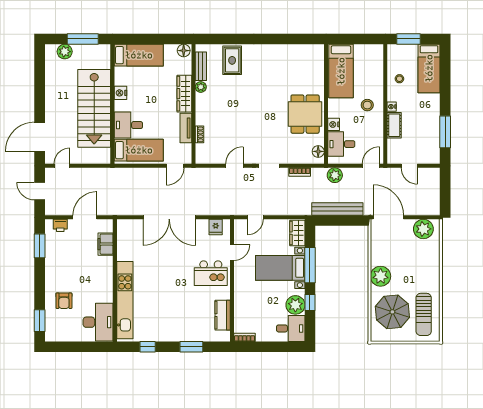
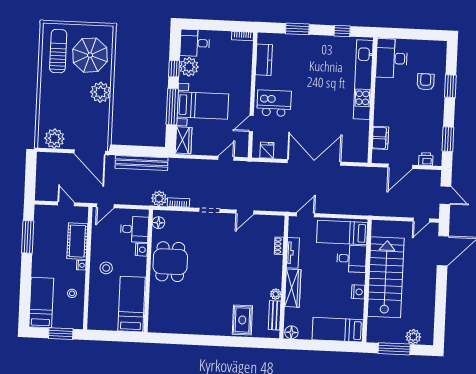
cot: (394, 125) -> (77, 241), width x1.37, depth x1.34
plant: (335, 175) -> (159, 198), moved
window: (40, 321) -> (450, 86), moved

